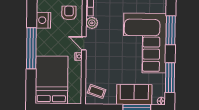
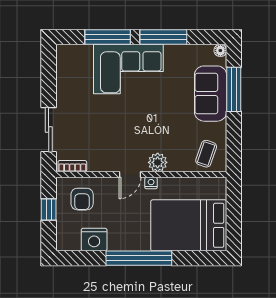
armchair: (69, 13) -> (82, 199), turned -90
plant: (92, 23) -> (158, 162), moved
corner sofa: (145, 43) -> (128, 69), width x0.73, depth x0.74
window: (170, 78) -> (163, 37), moved

